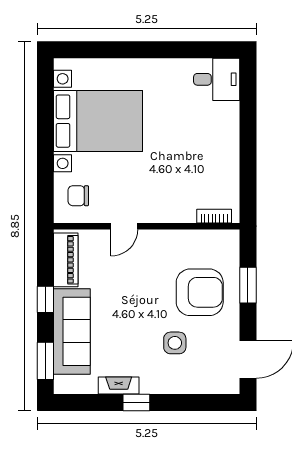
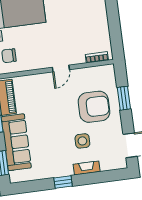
door: (124, 226) -> (61, 68), moved
fireplace: (119, 386) -> (87, 168), moved

